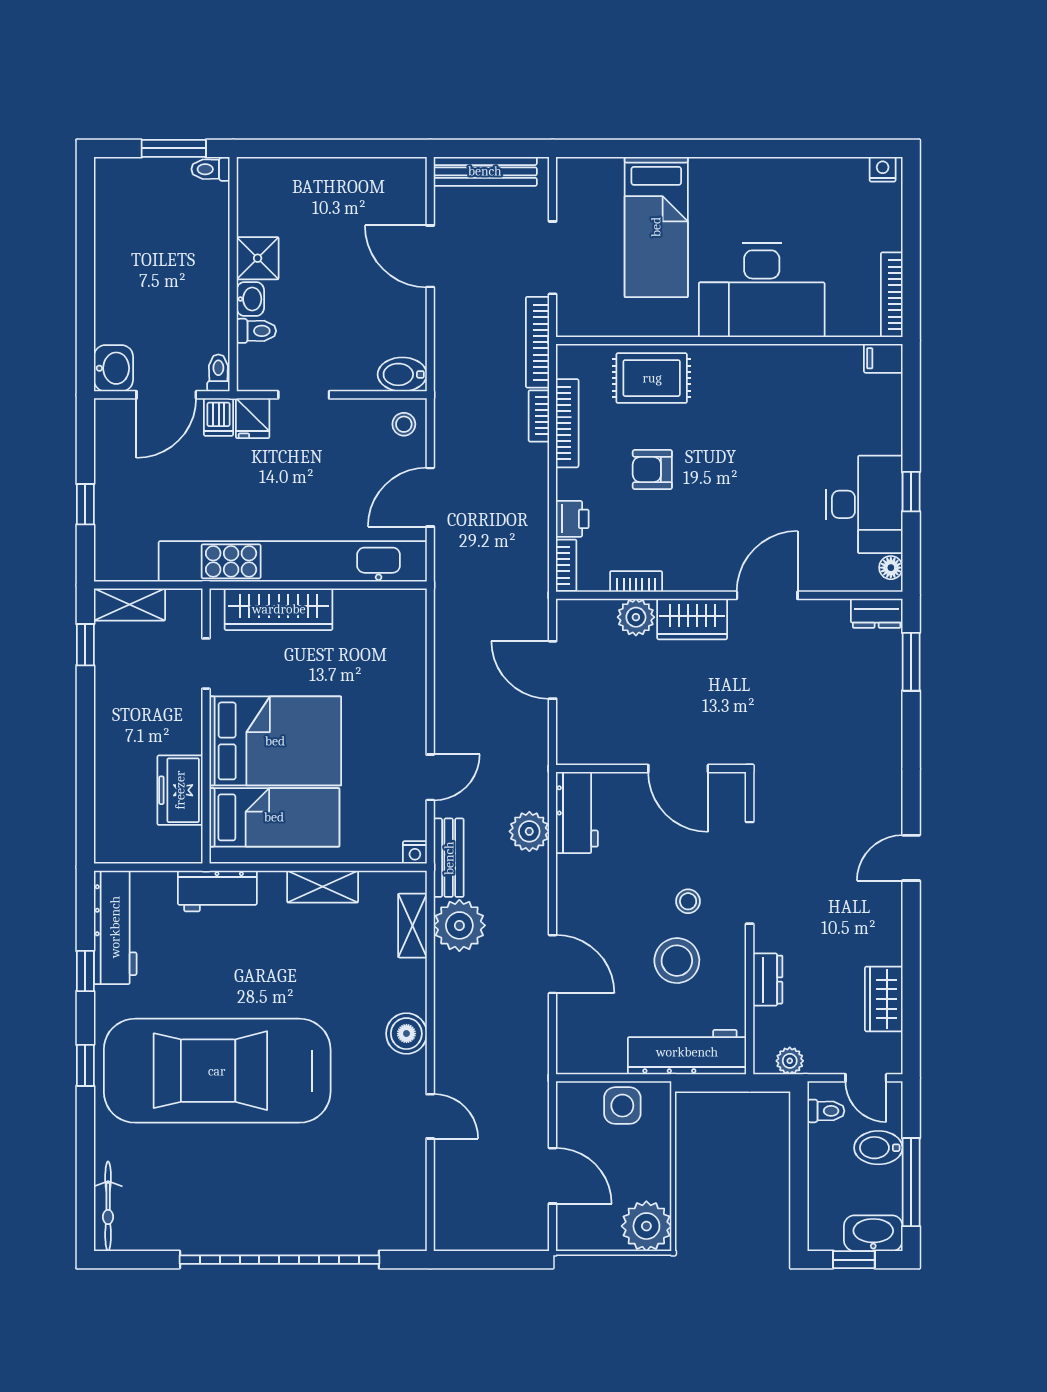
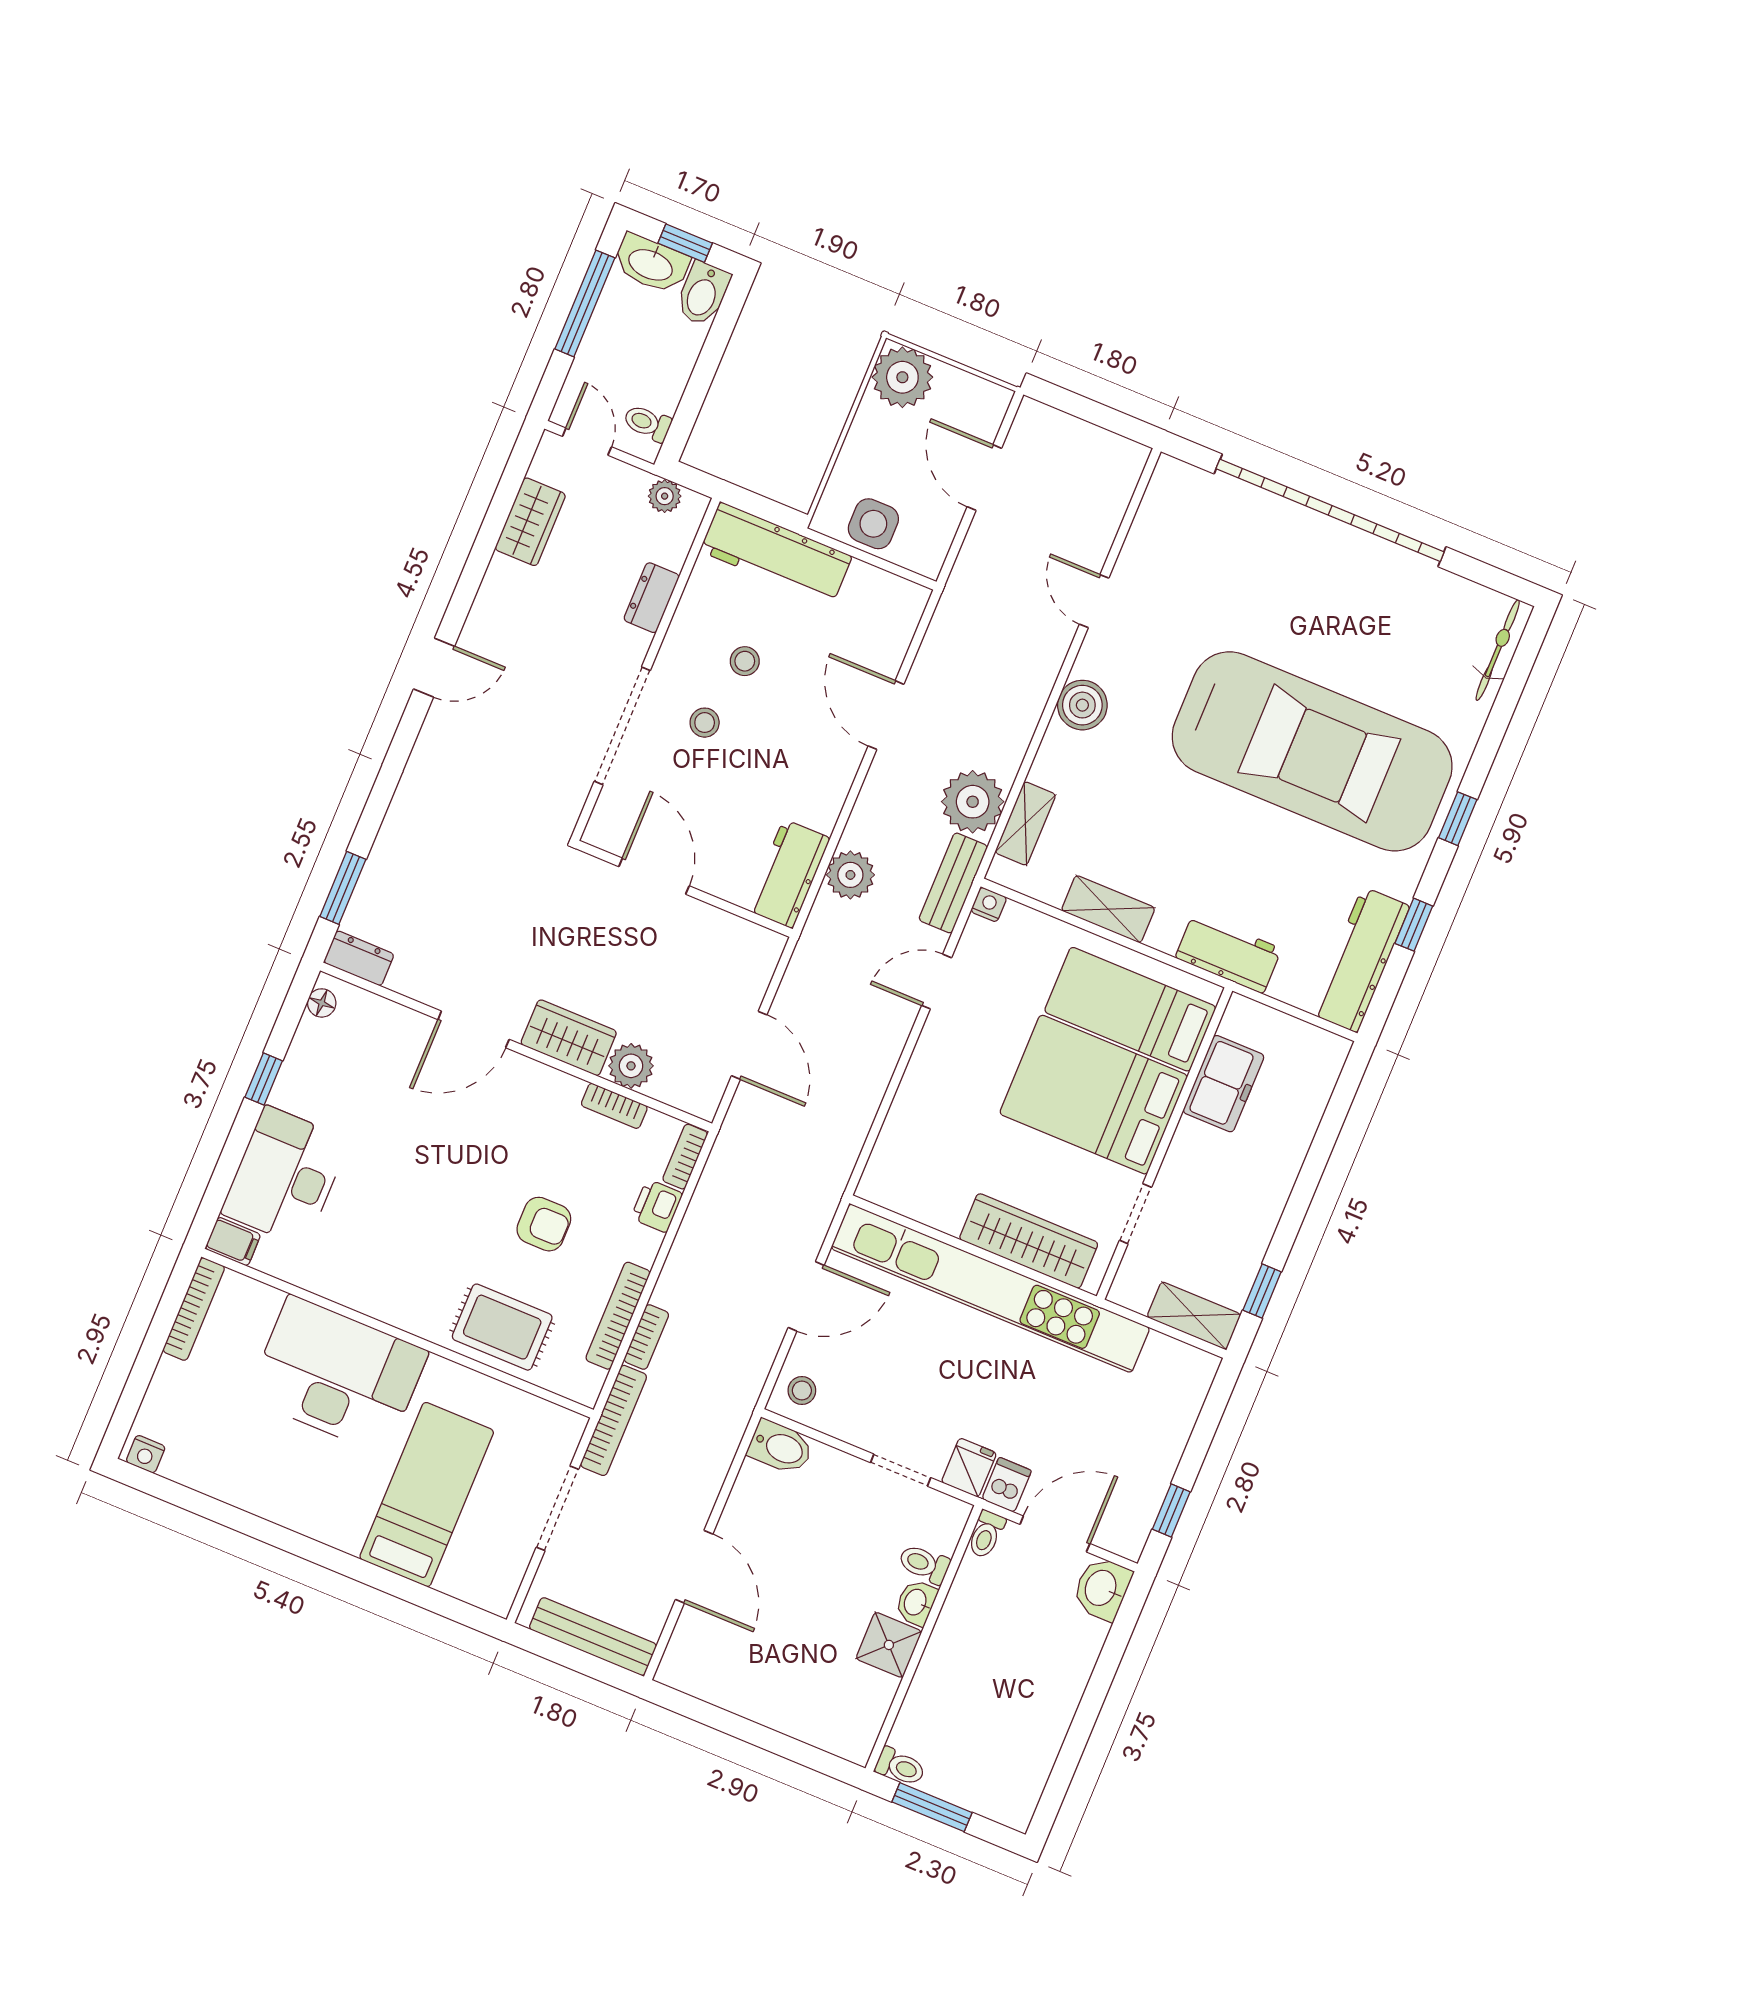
window: (85, 504) -> (1171, 1511), moved
desk: (864, 504) -> (285, 1176), moved
stool: (677, 961) -> (745, 661), width x0.53, depth x0.53
bidet: (878, 1148) -> (703, 294), moved, turned 90

